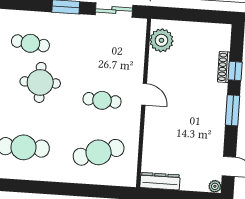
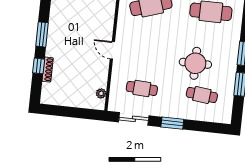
plant: (161, 40) -> (101, 93), width x0.53, depth x0.53
cafe table: (102, 100) -> (142, 88), moved

